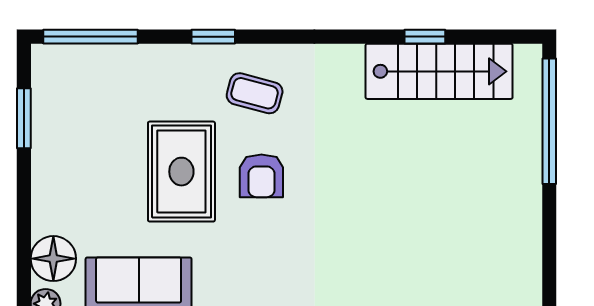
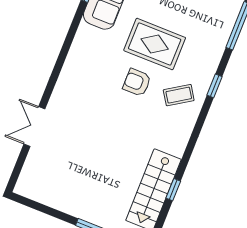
coffee table: (255, 93) -> (179, 95), turned 42

